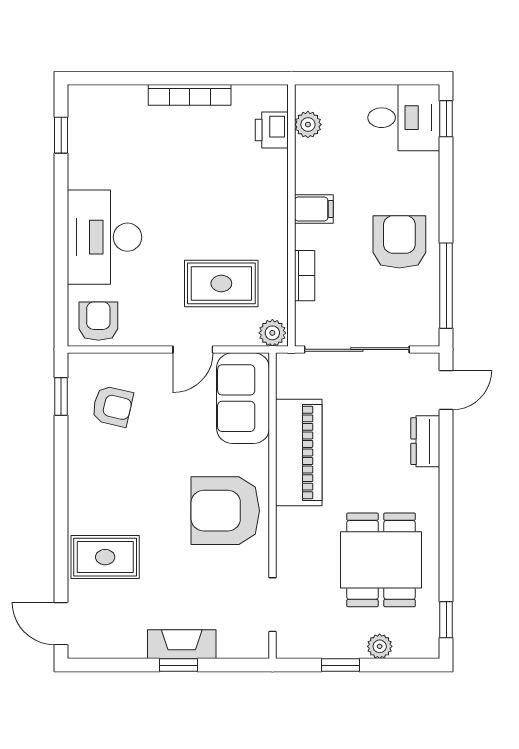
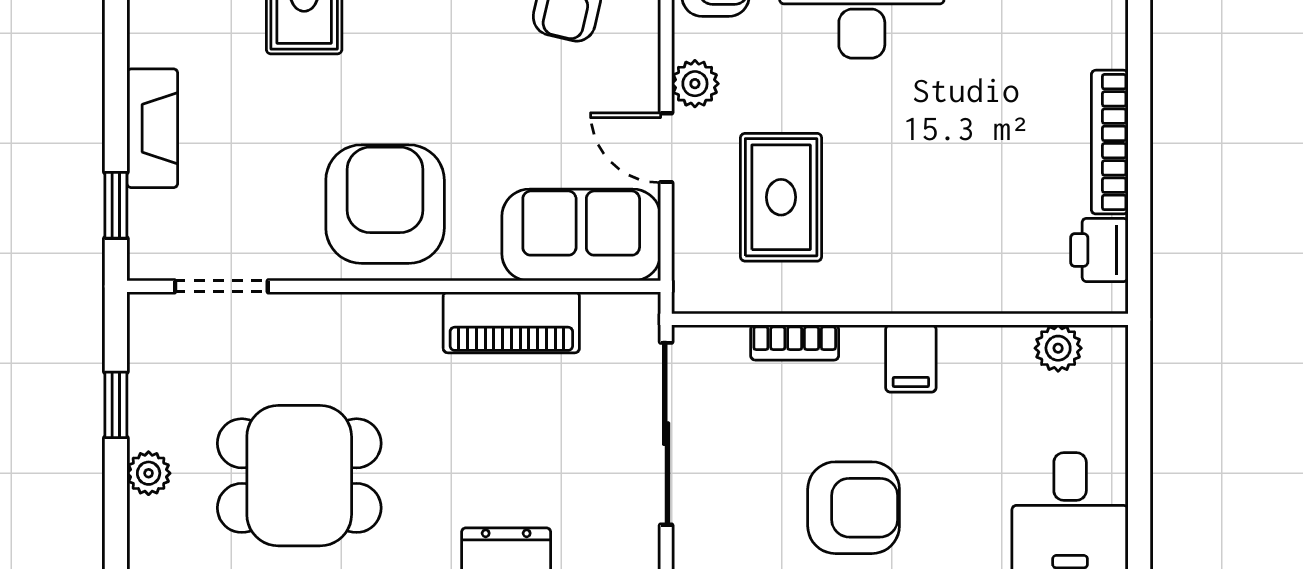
printer: (272, 130) -> (1099, 250), moved, turned -90
plant: (272, 333) -> (695, 84), moved
piano: (299, 452) -> (511, 322), width x0.73, depth x0.75
window: (179, 665) -> (116, 205), moved

